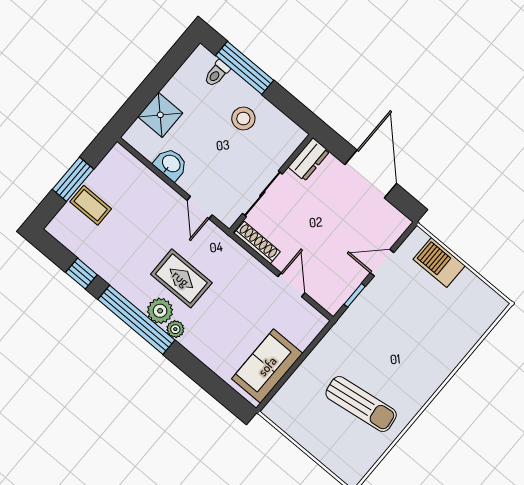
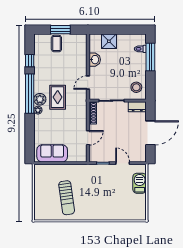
stool: (243, 118) -> (136, 87), moved

